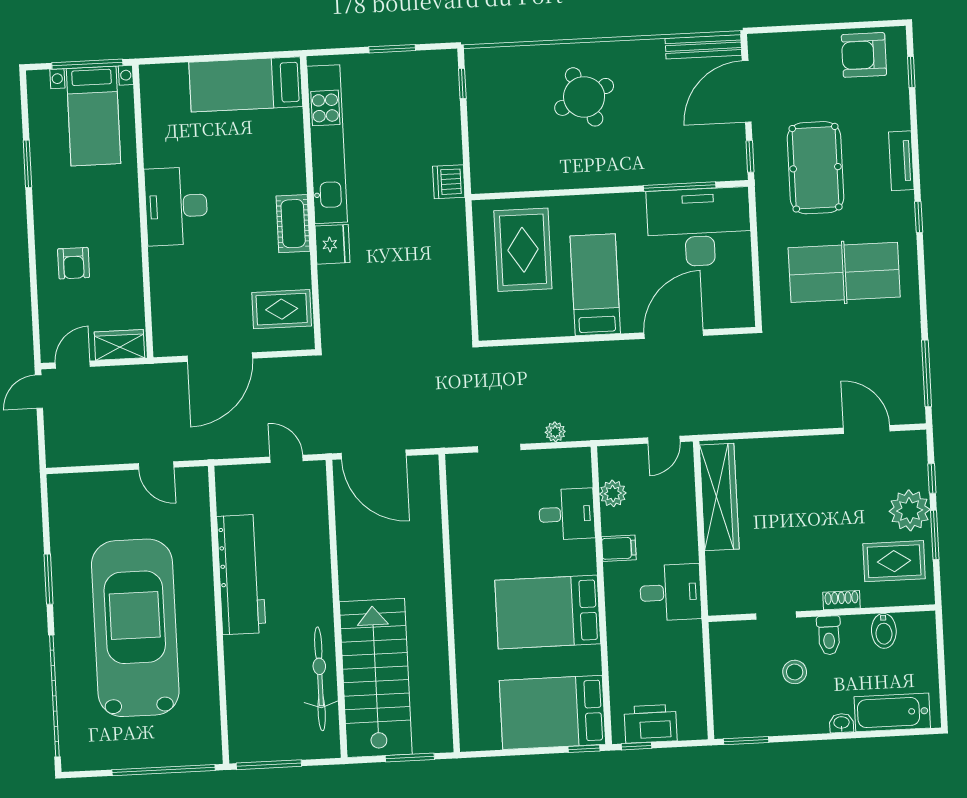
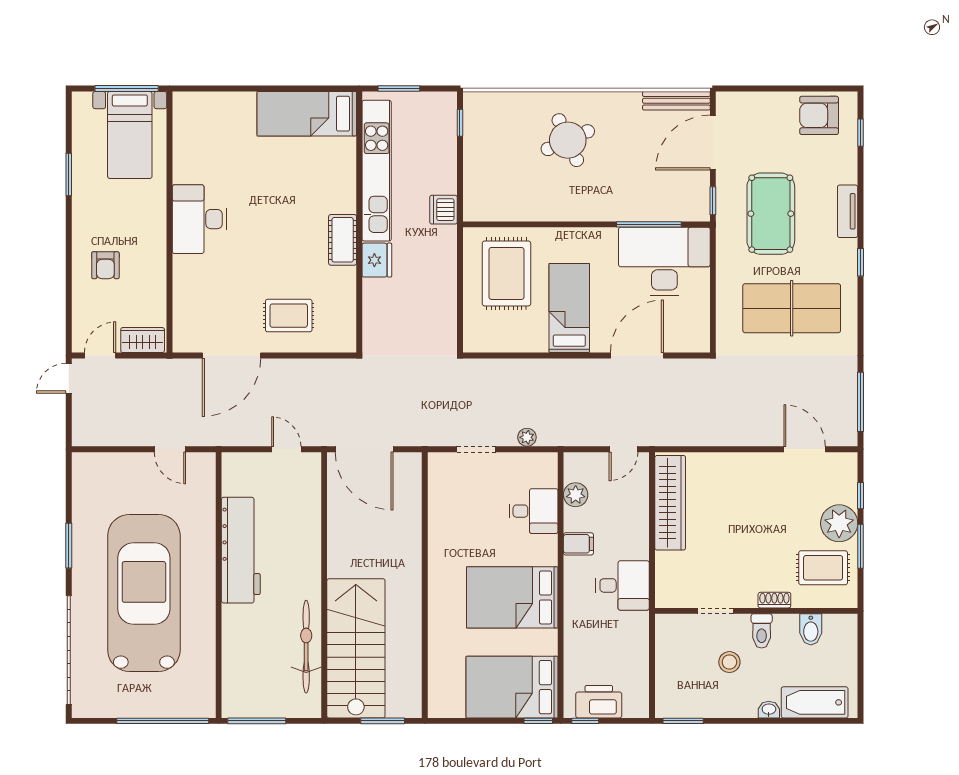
bed: (246, 84) -> (307, 114), moved
kitchen unit: (327, 144) -> (377, 171), moved
wall: (311, 203) -> (359, 222), moved
cot: (293, 224) -> (343, 240), moved
fridge: (332, 244) -> (377, 260), moved

